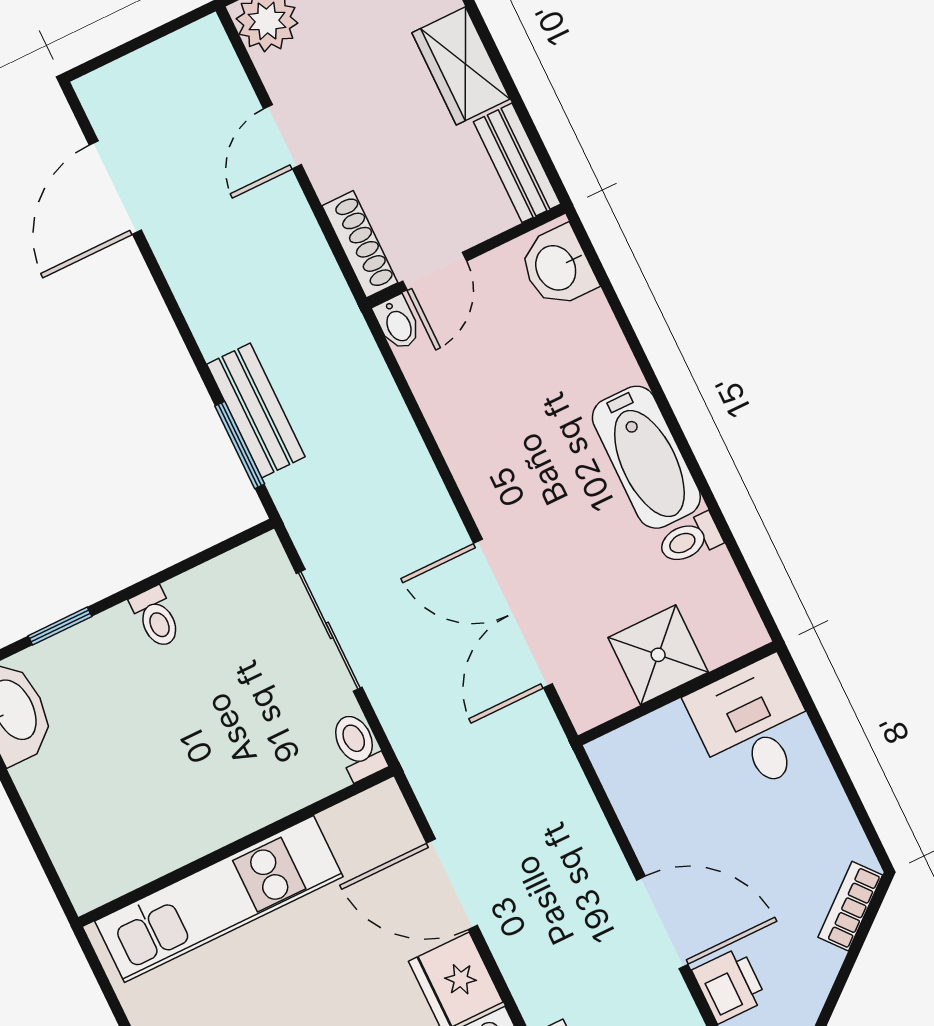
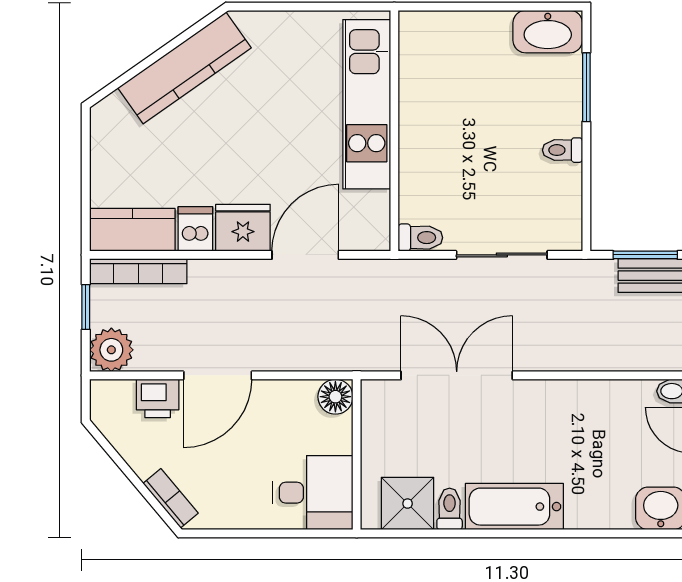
window: (60, 626) -> (586, 87), width x1.50
shower: (658, 655) -> (408, 504), moved
floor lamp: (616, 757) -> (335, 397), added

